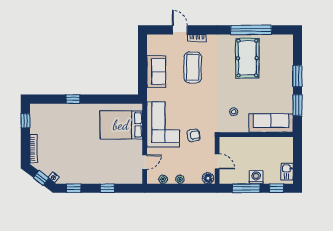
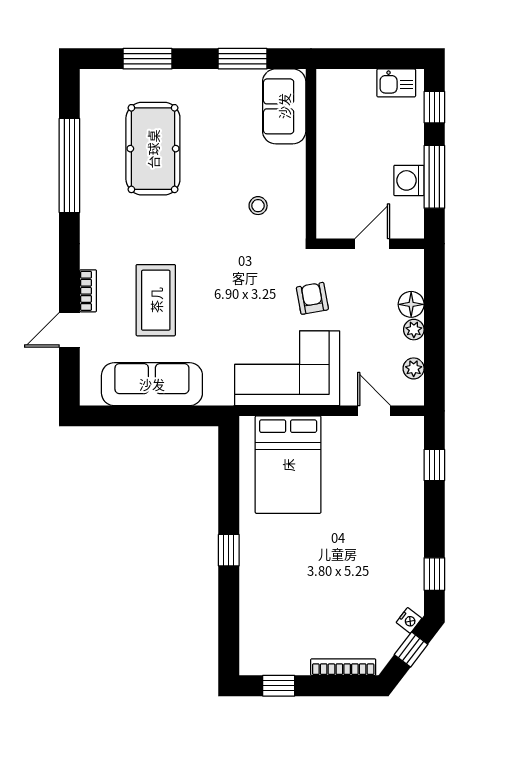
pool table: (247, 58) -> (153, 149), moved, turned 90
coffee table: (193, 67) -> (156, 300), turned 90
sofa: (156, 72) -> (152, 384), width x1.36
window: (297, 76) -> (147, 59), moved
window: (73, 99) -> (229, 550), moved
sofa: (271, 123) -> (284, 106), width x0.73
washing machine: (256, 177) -> (409, 180), moved
floor lamp: (208, 178) -> (411, 304), moved
window: (107, 188) -> (434, 465), moved

